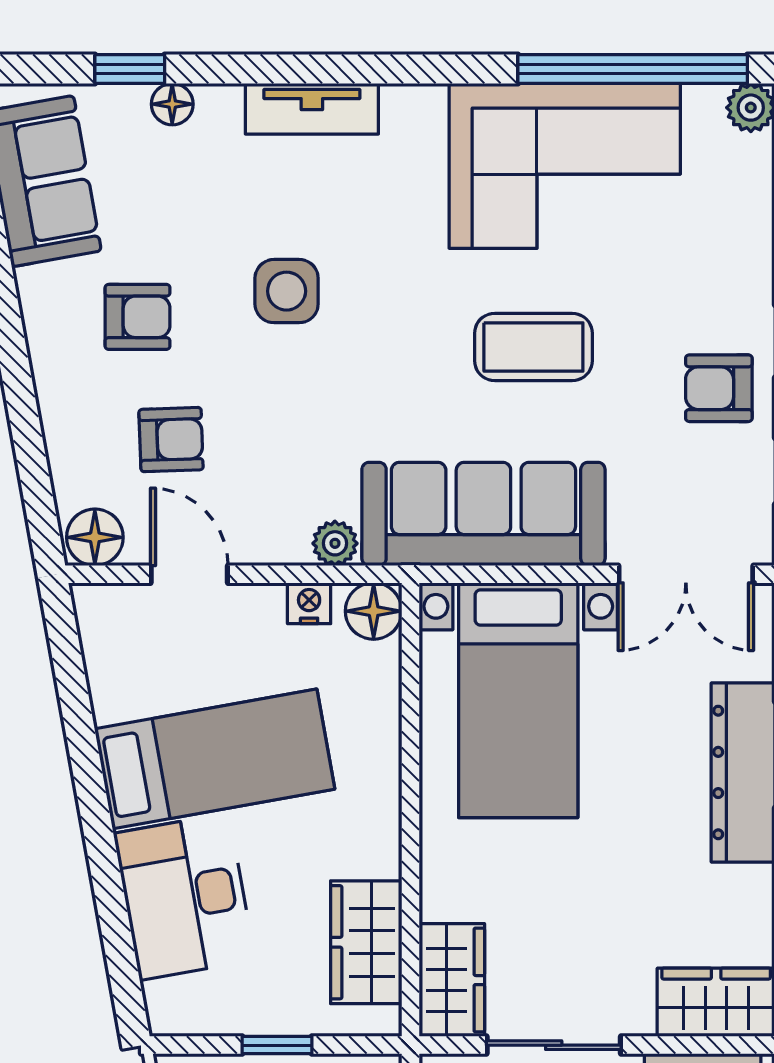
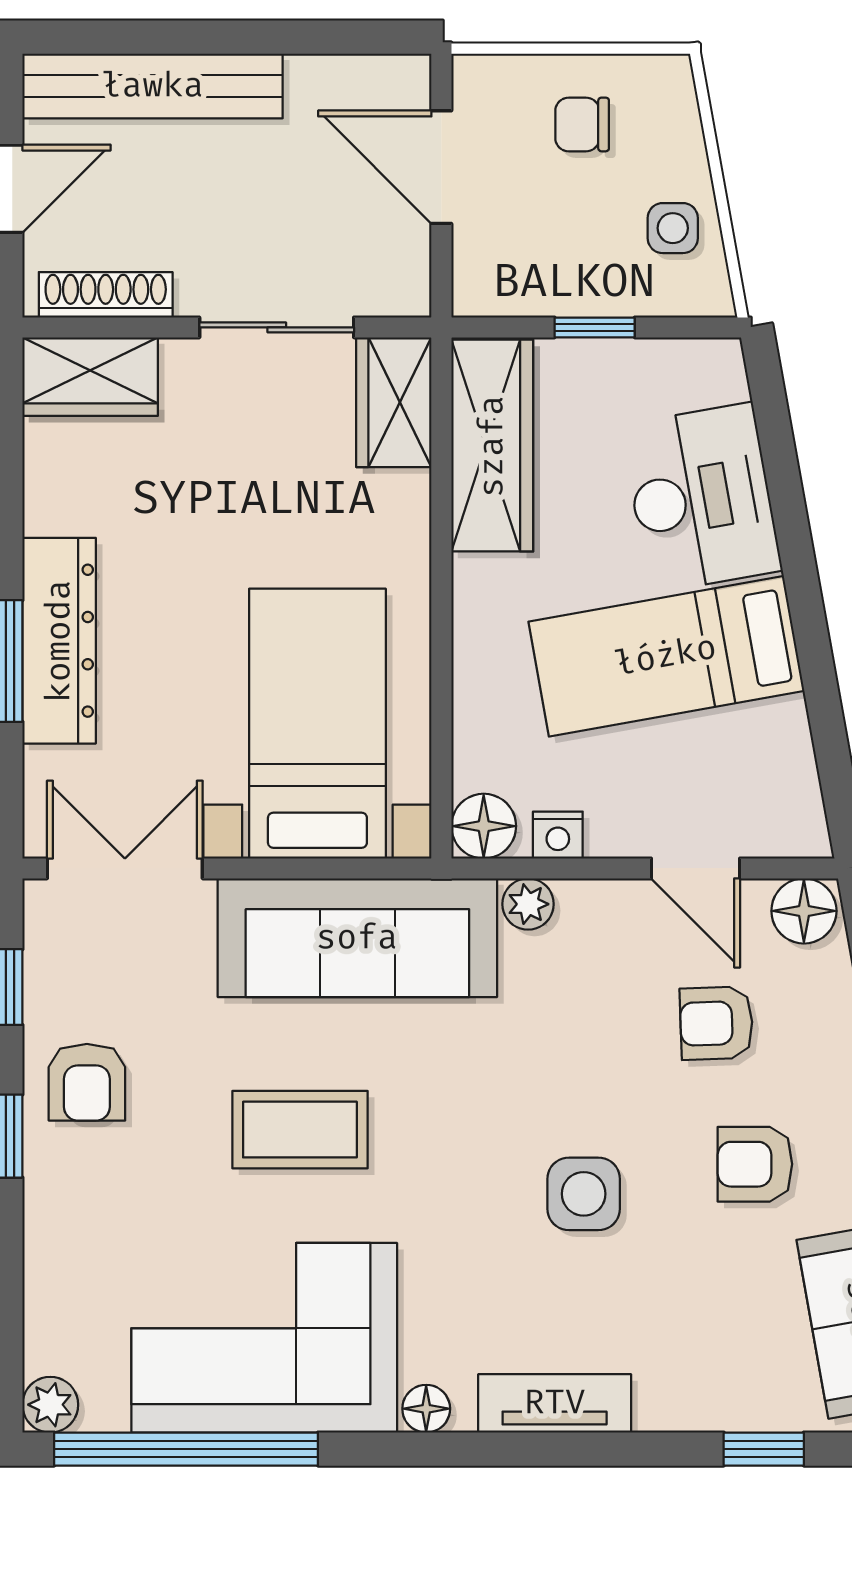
floor lamp: (172, 104) -> (426, 1409), moved
armchair: (719, 388) -> (87, 1082), turned 90
wardrobe: (366, 942) -> (492, 446), width x1.50

